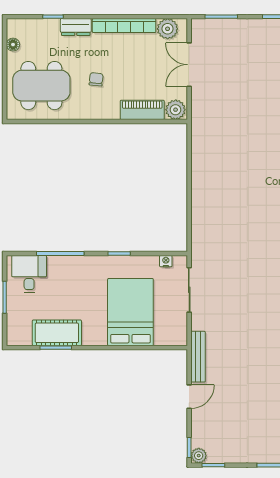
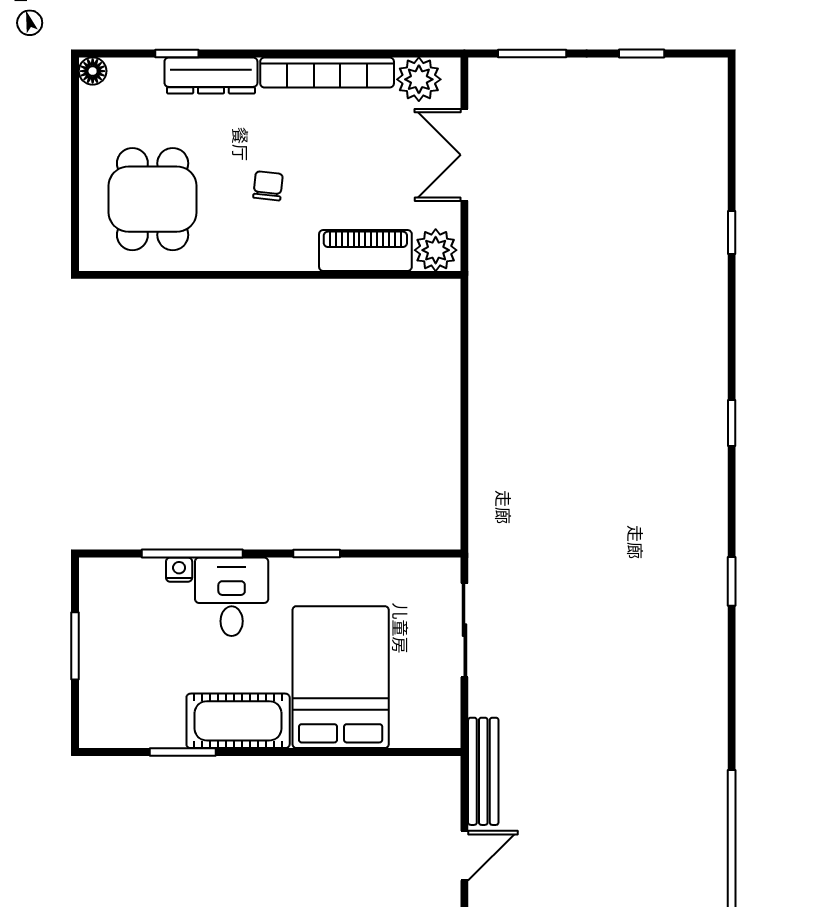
dresser: (76, 27) -> (211, 75), width x1.44
floor lamp: (13, 45) -> (93, 71), moved
dining table: (41, 86) -> (153, 199), width x0.73
nightstand: (166, 261) -> (179, 570), moved
desk: (29, 274) -> (232, 597), moved
cot: (57, 333) -> (238, 721), moved

